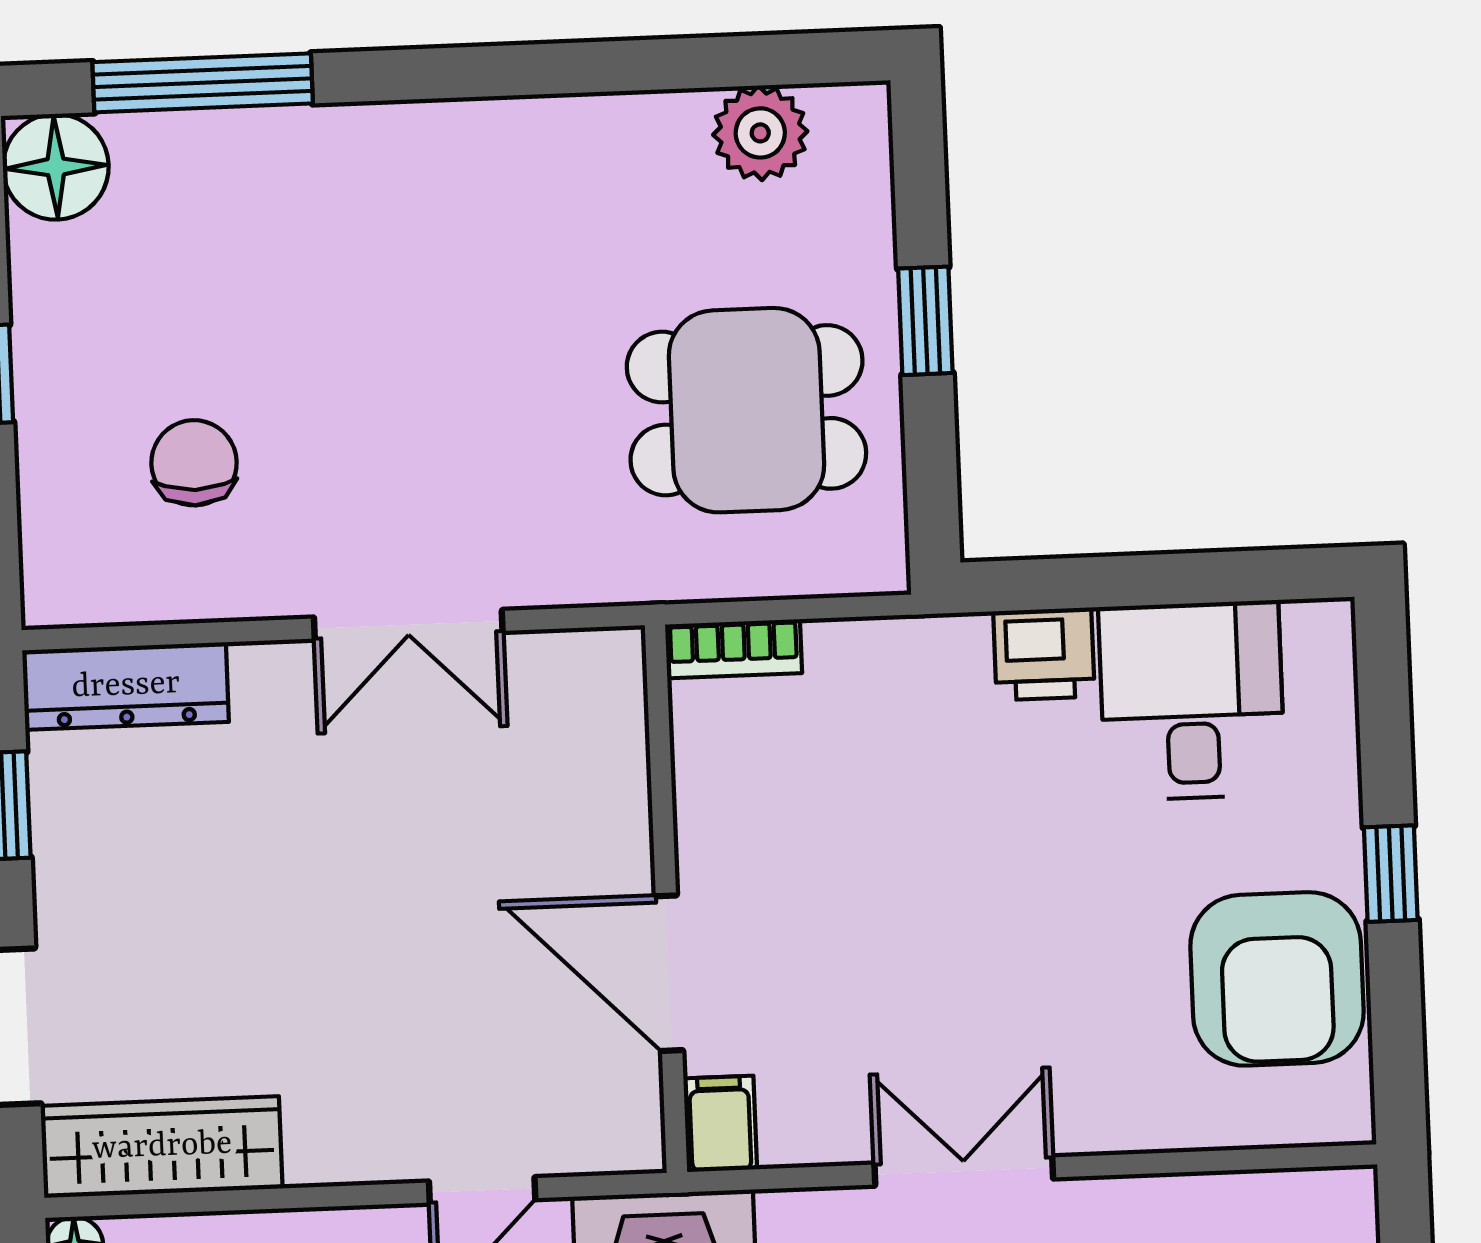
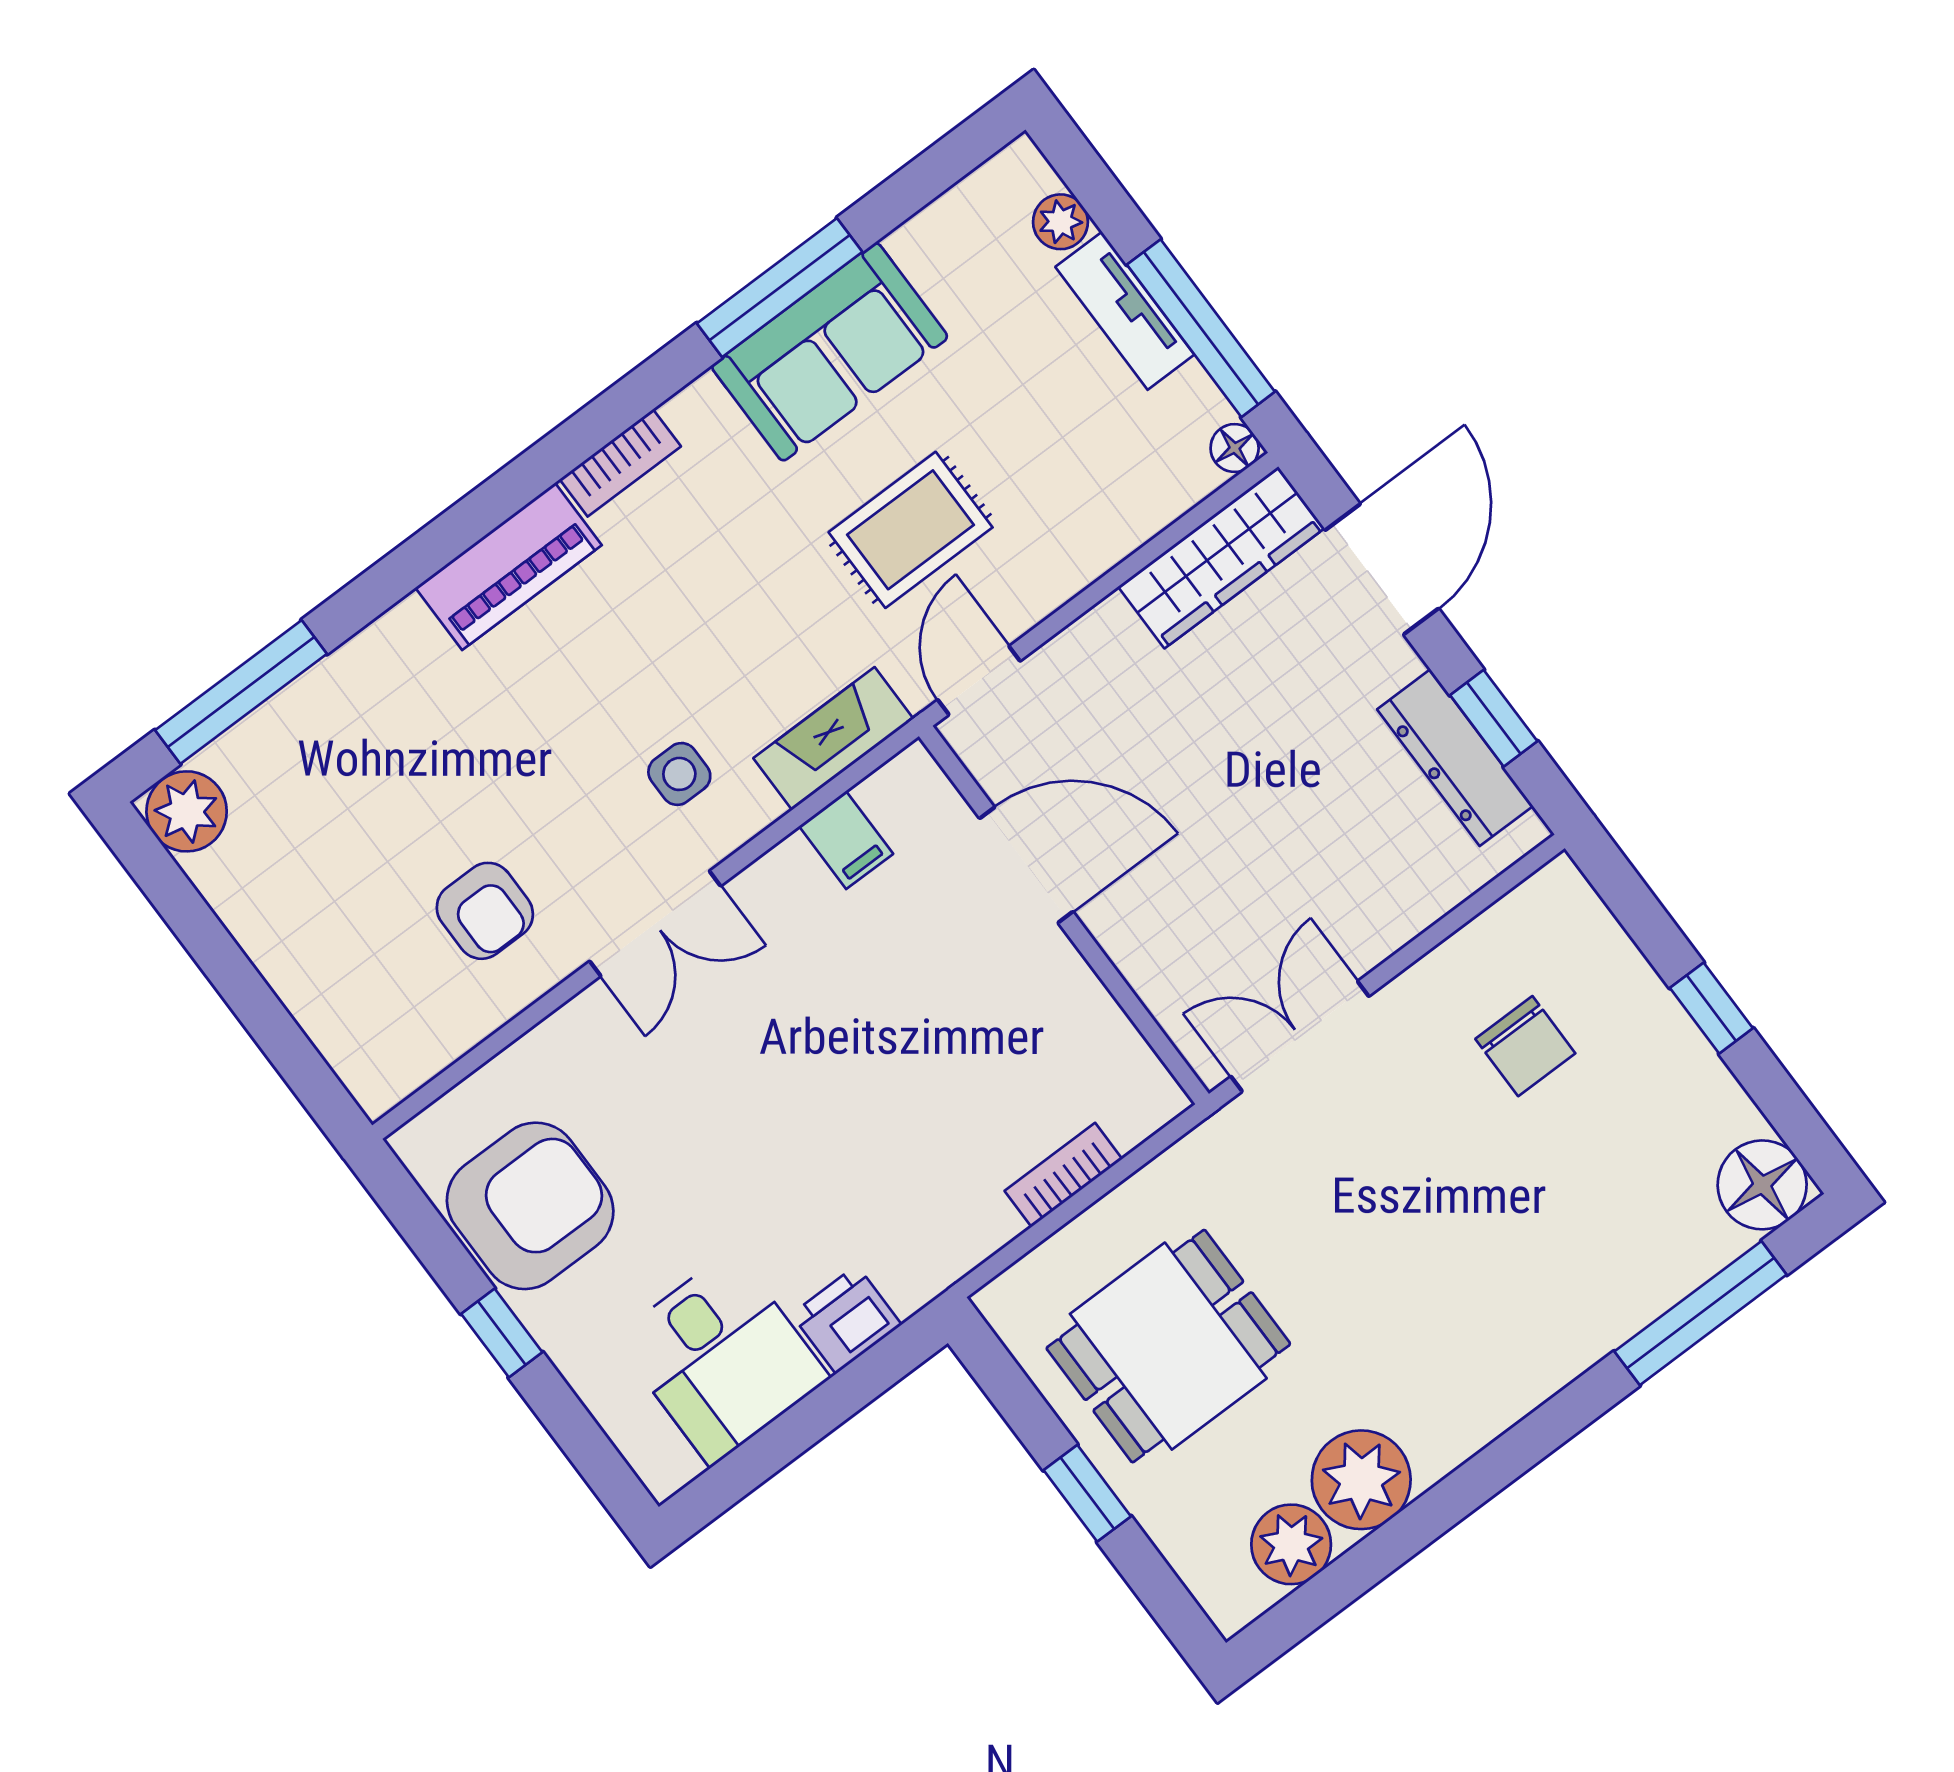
plant: (648, 149) -> (1361, 1480), added
dresser: (126, 686) -> (1455, 758), moved, turned -90
wall: (666, 899) -> (1064, 915), moved
door: (669, 973) -> (1026, 865), moved
armchair: (1277, 979) -> (530, 1206), turned 90

